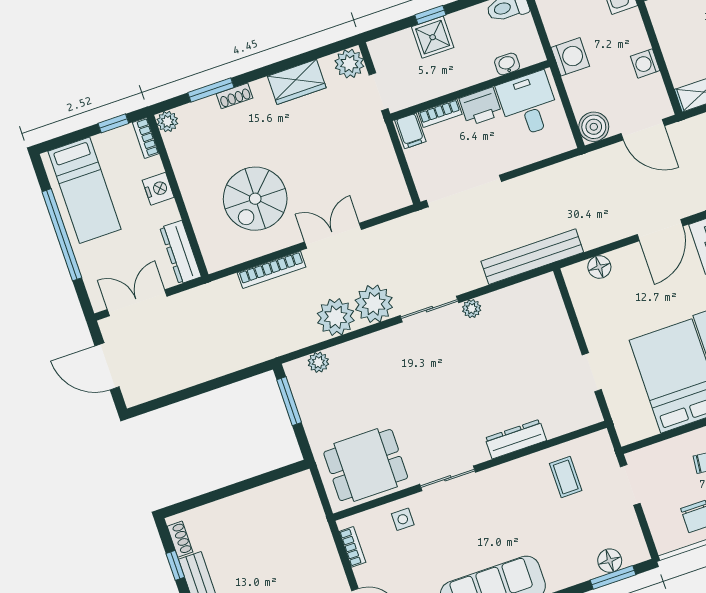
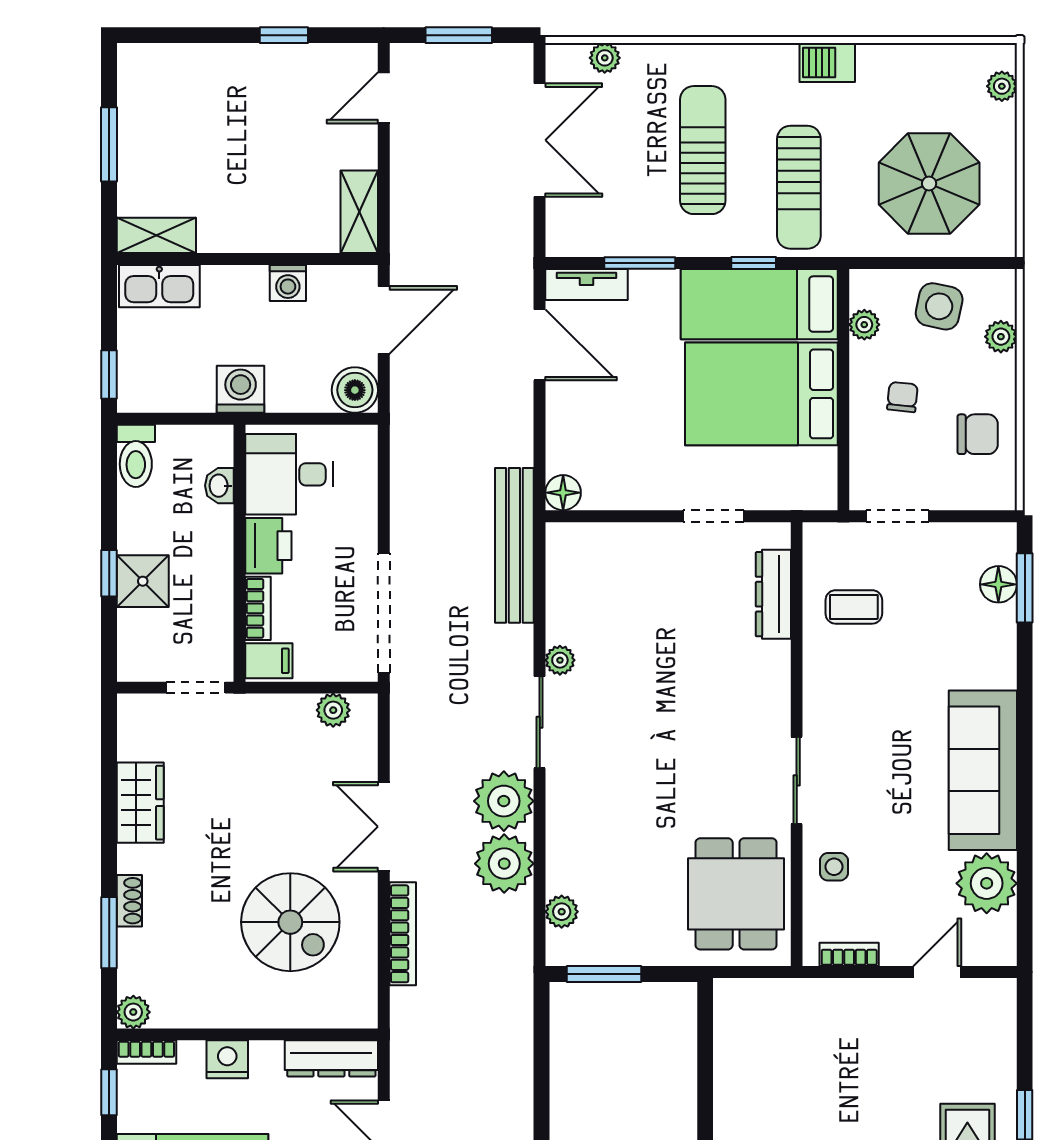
plant: (349, 64) -> (333, 710), moved, width x0.73, depth x0.73
floor lamp: (599, 267) -> (563, 493), moved
dresser: (516, 439) -> (773, 594), moved

